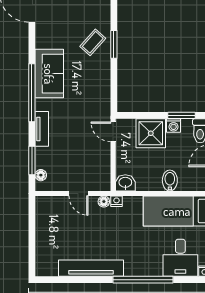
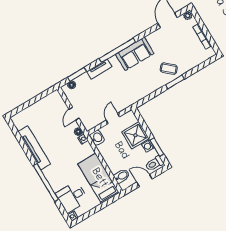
door: (113, 132) -> (113, 118), moved
bidet: (170, 180) -> (122, 176), moved

